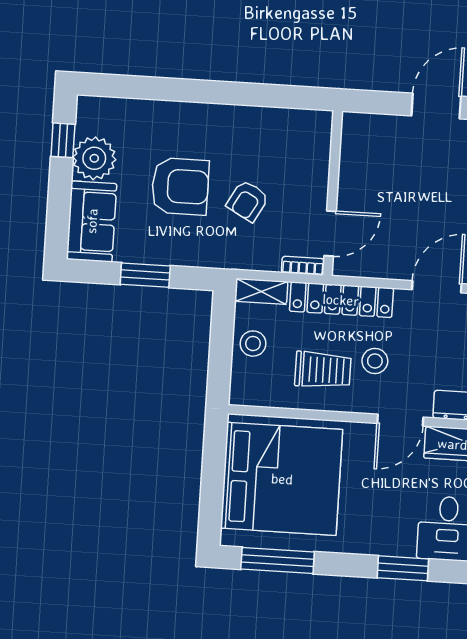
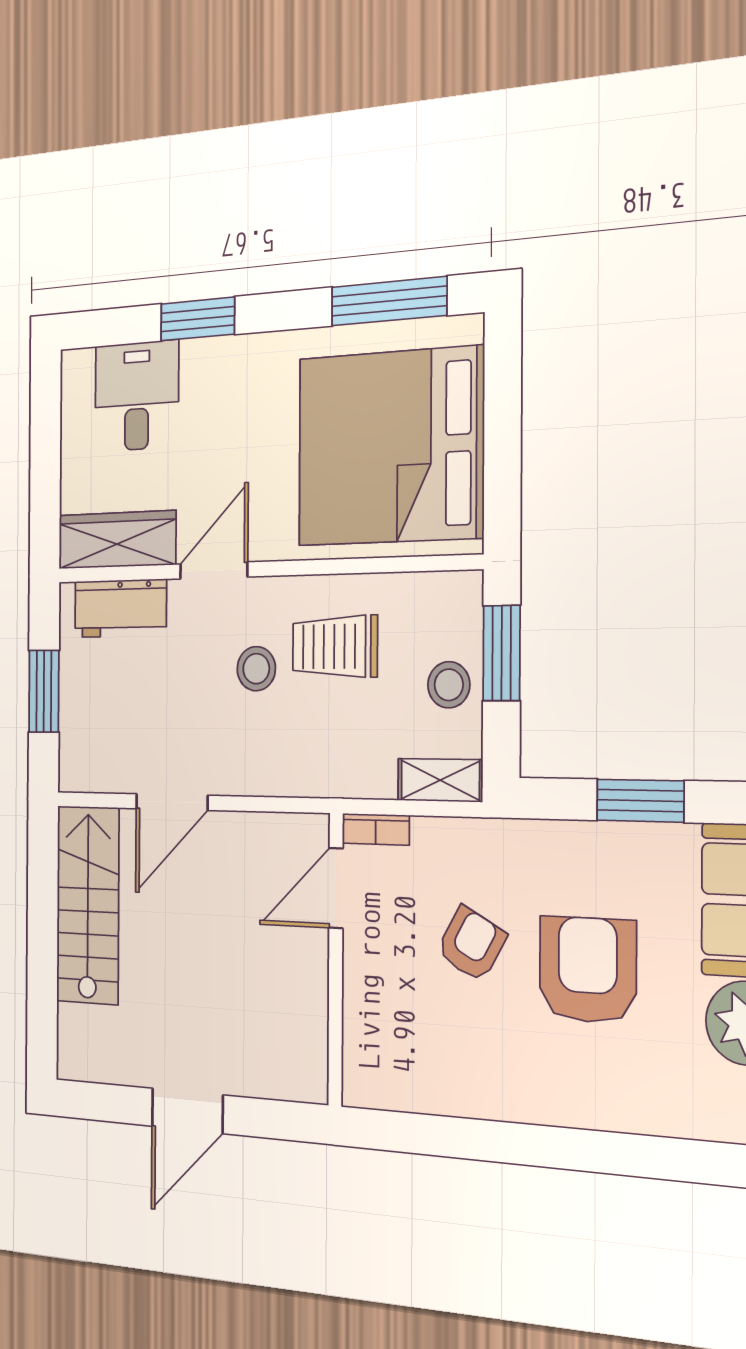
armchair: (180, 186) -> (588, 970), turned 90
locker: (341, 300) -> (312, 772), removed
window: (220, 359) -> (502, 653), added

